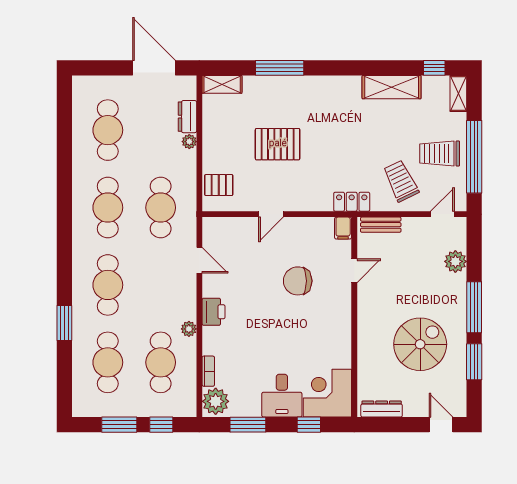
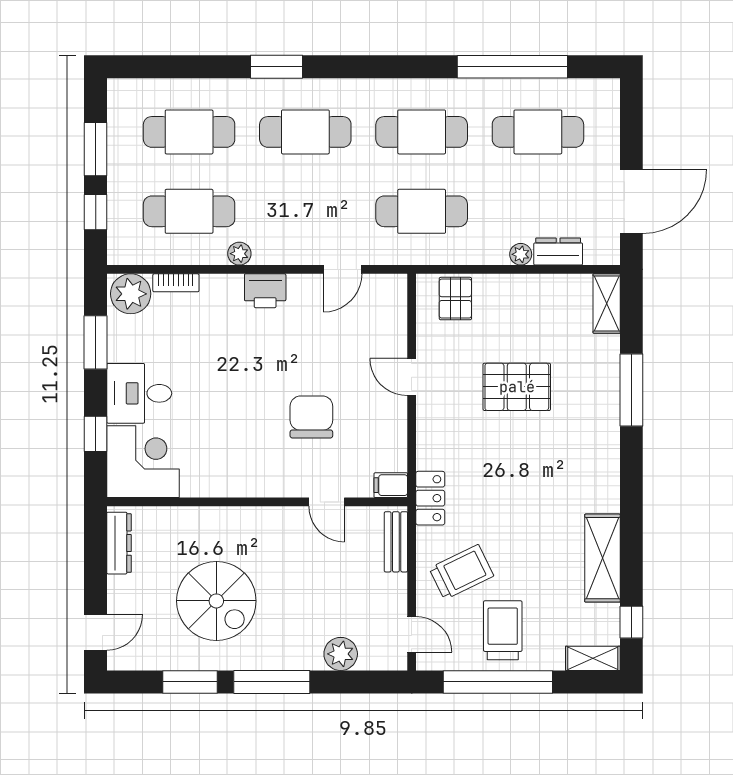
pallet: (278, 144) -> (517, 387), turned 90
window: (64, 147) -> (512, 67), added
window: (64, 323) -> (276, 67), moved

